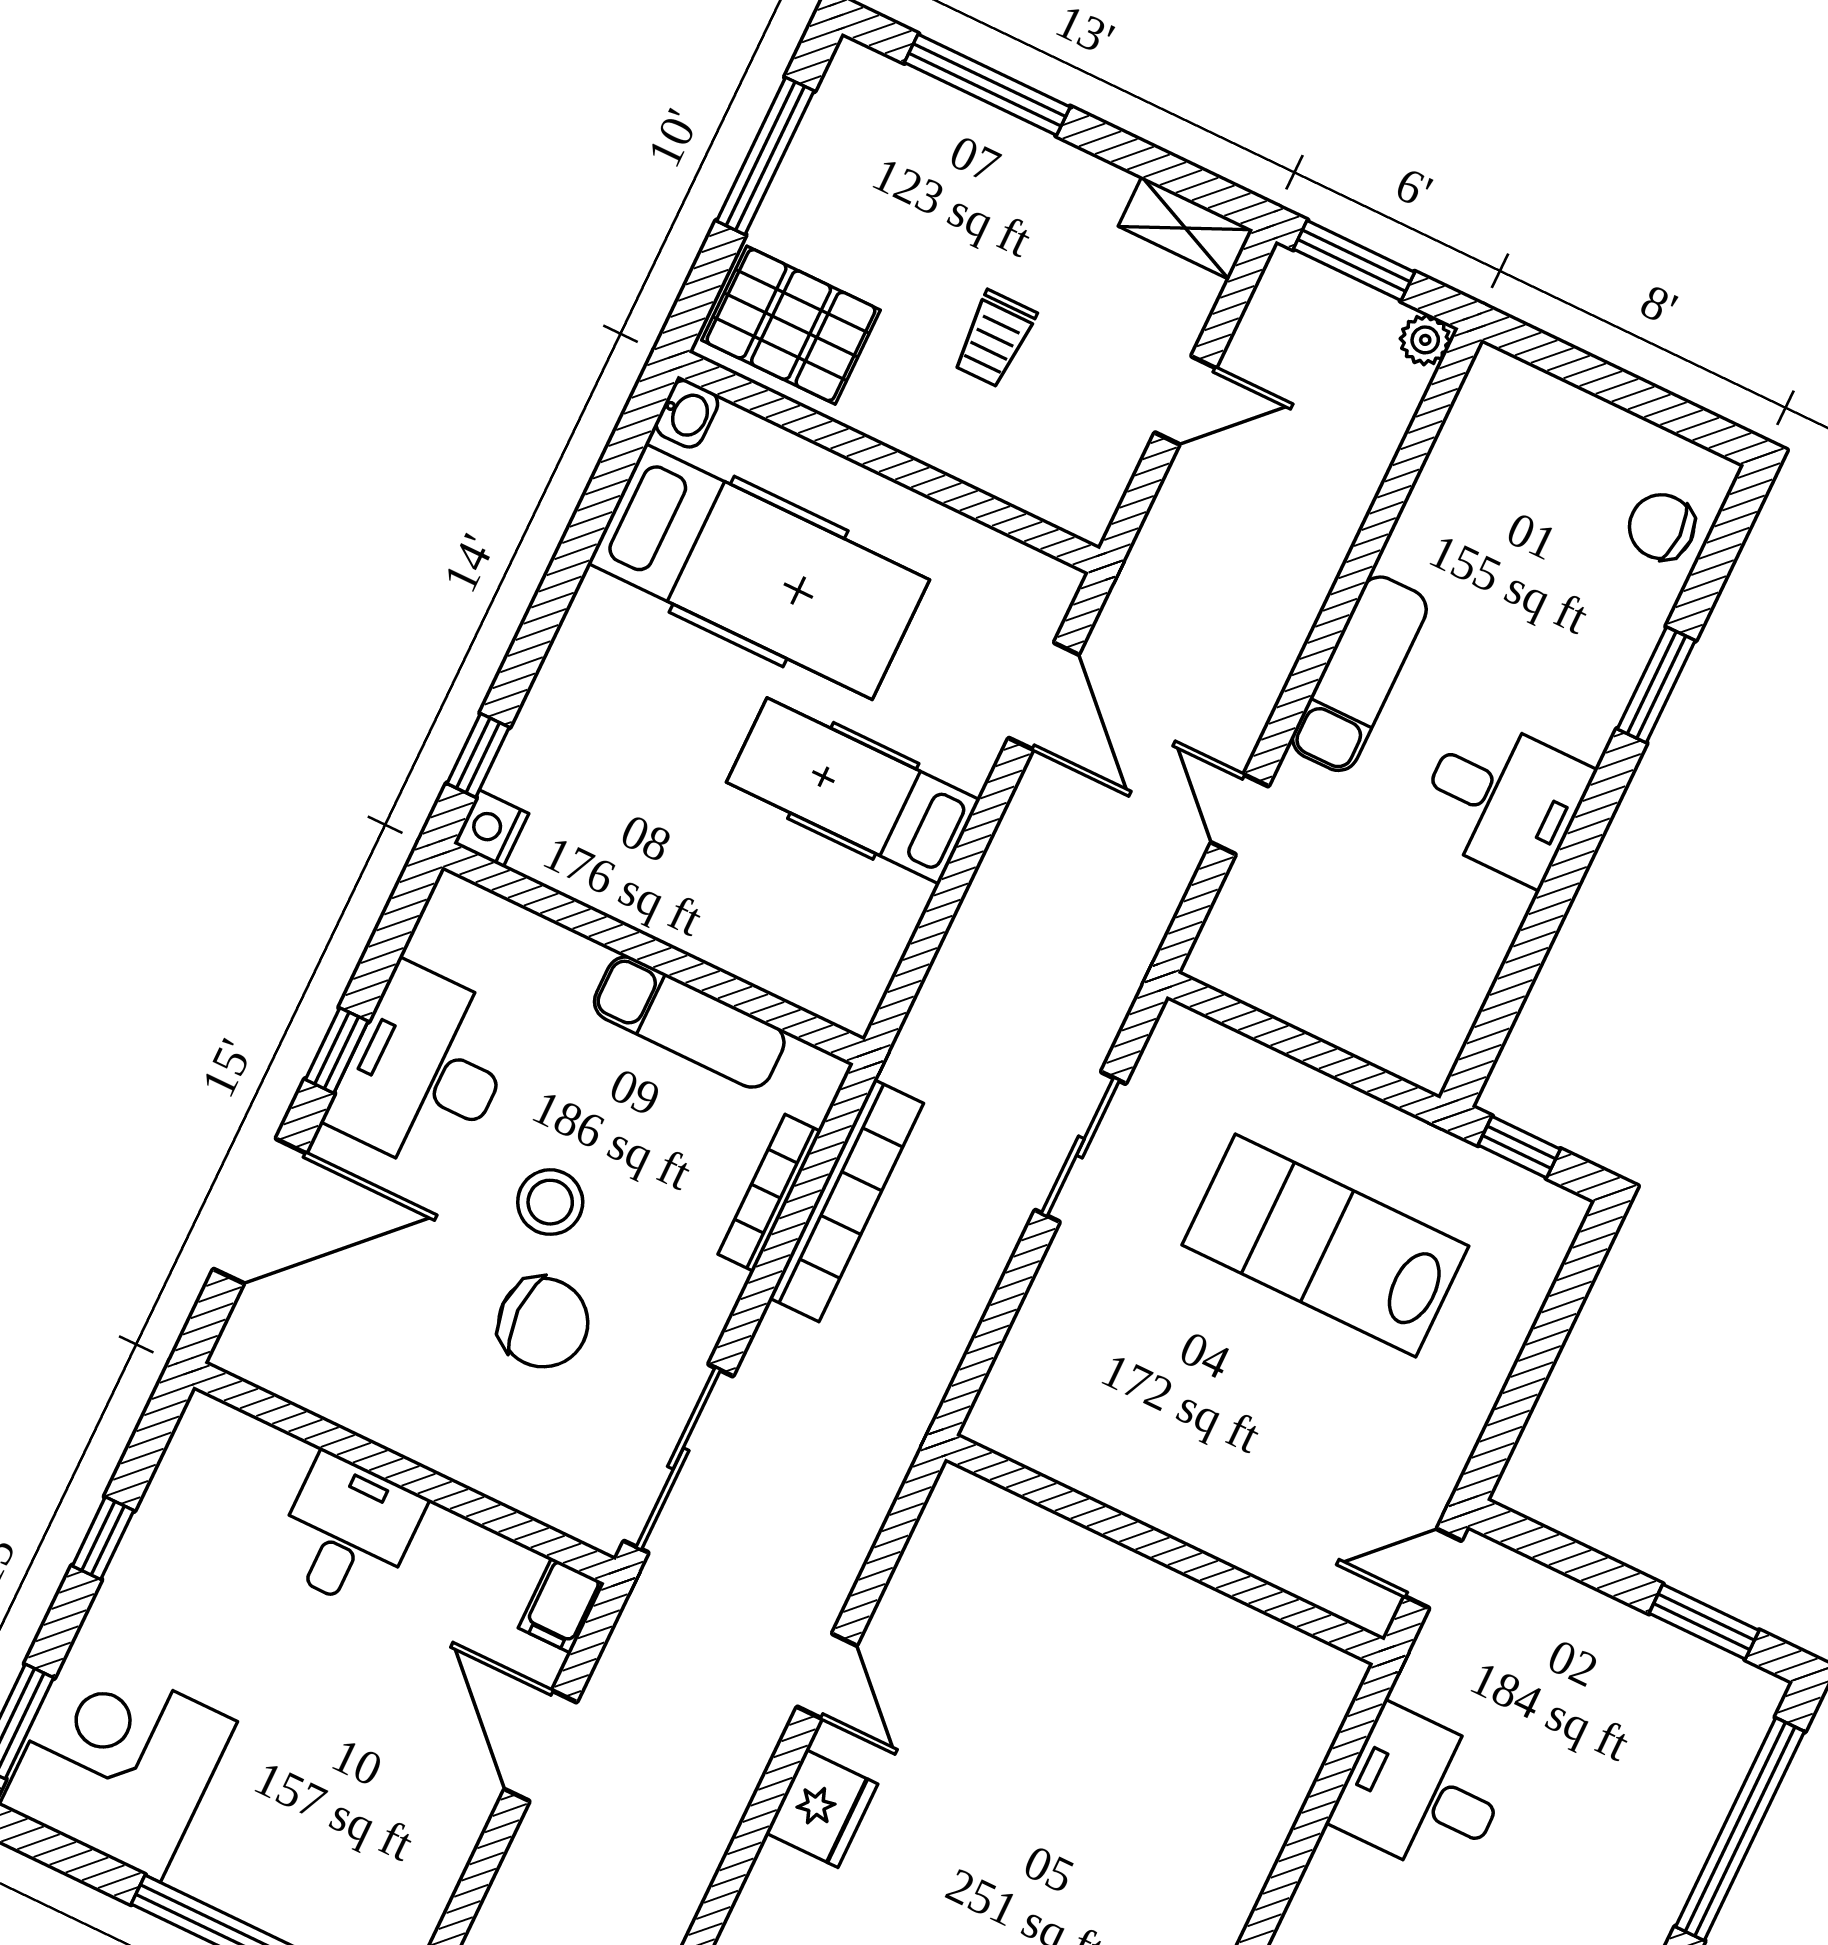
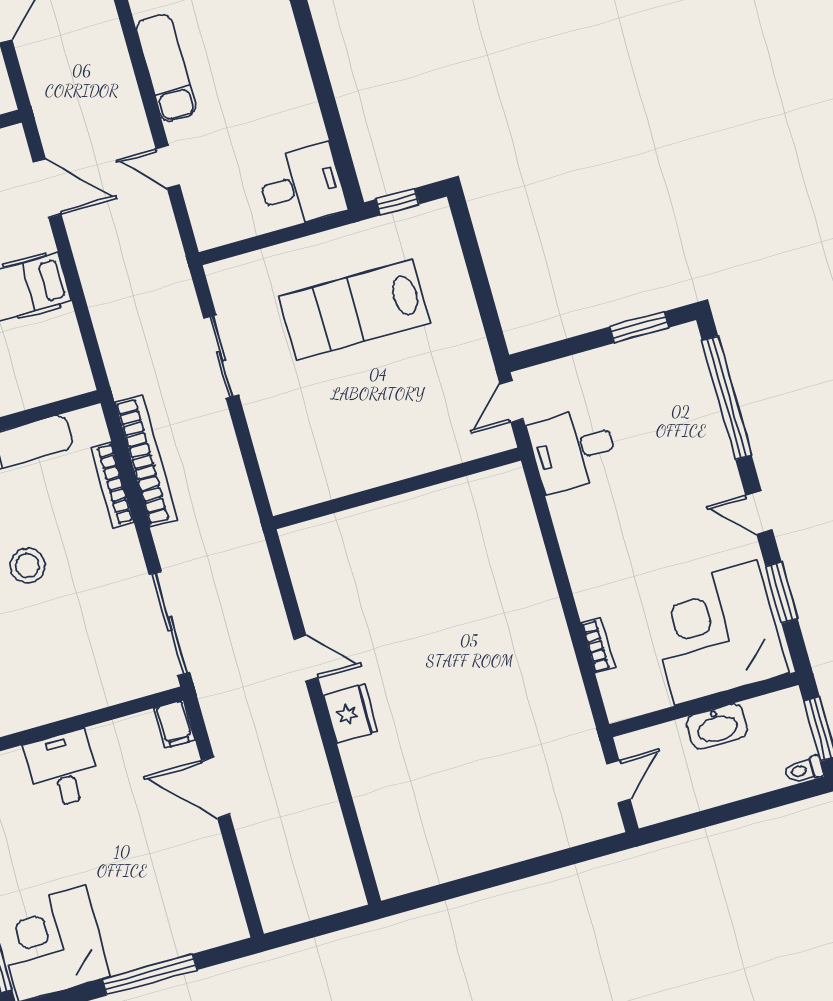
desk: (1503, 799) -> (301, 186), moved
chair: (543, 1323) -> (67, 617), removed
desk: (1422, 1793) -> (573, 450), moved

